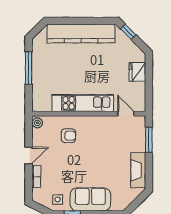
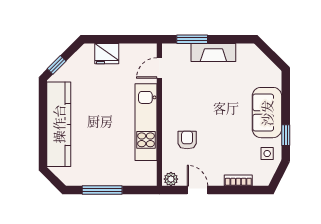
door: (29, 155) -> (197, 190), moved
fireplace: (138, 170) -> (213, 52), moved

